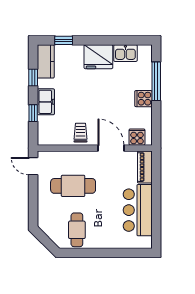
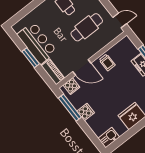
kitchen sink: (125, 53) -> (109, 138), moved
window: (156, 81) -> (70, 108), moved
window: (156, 200) -> (31, 58), added

